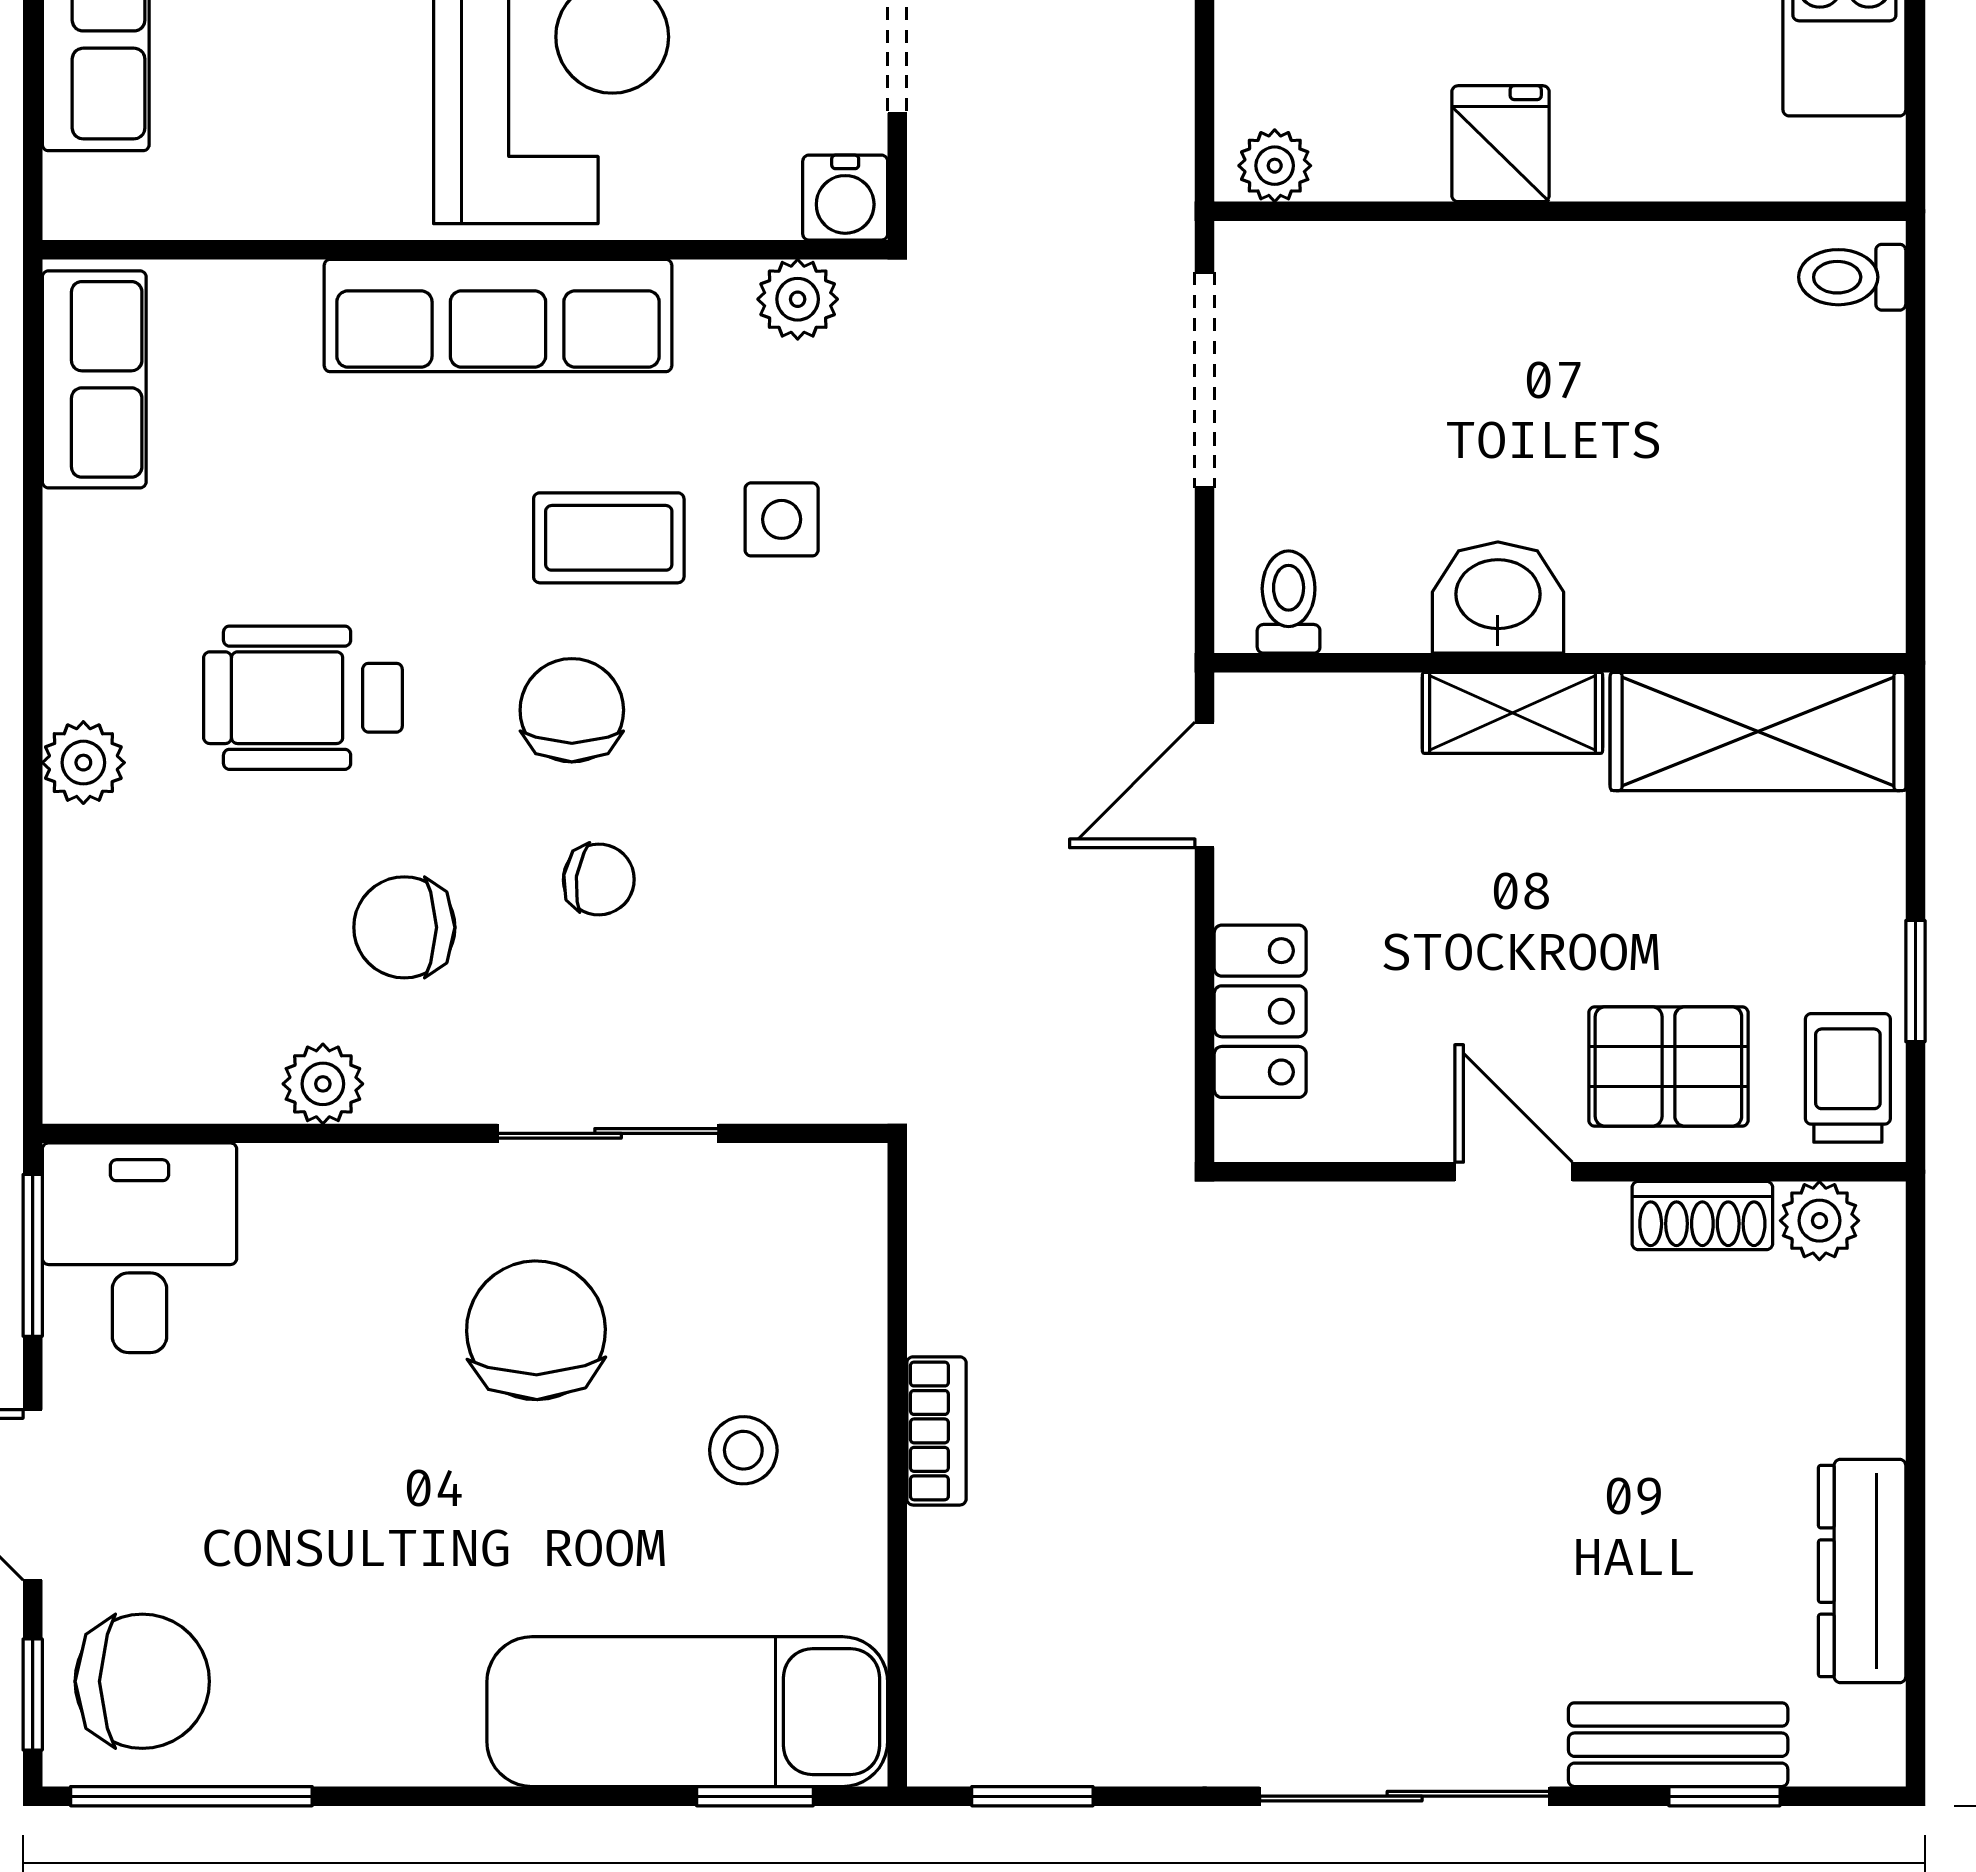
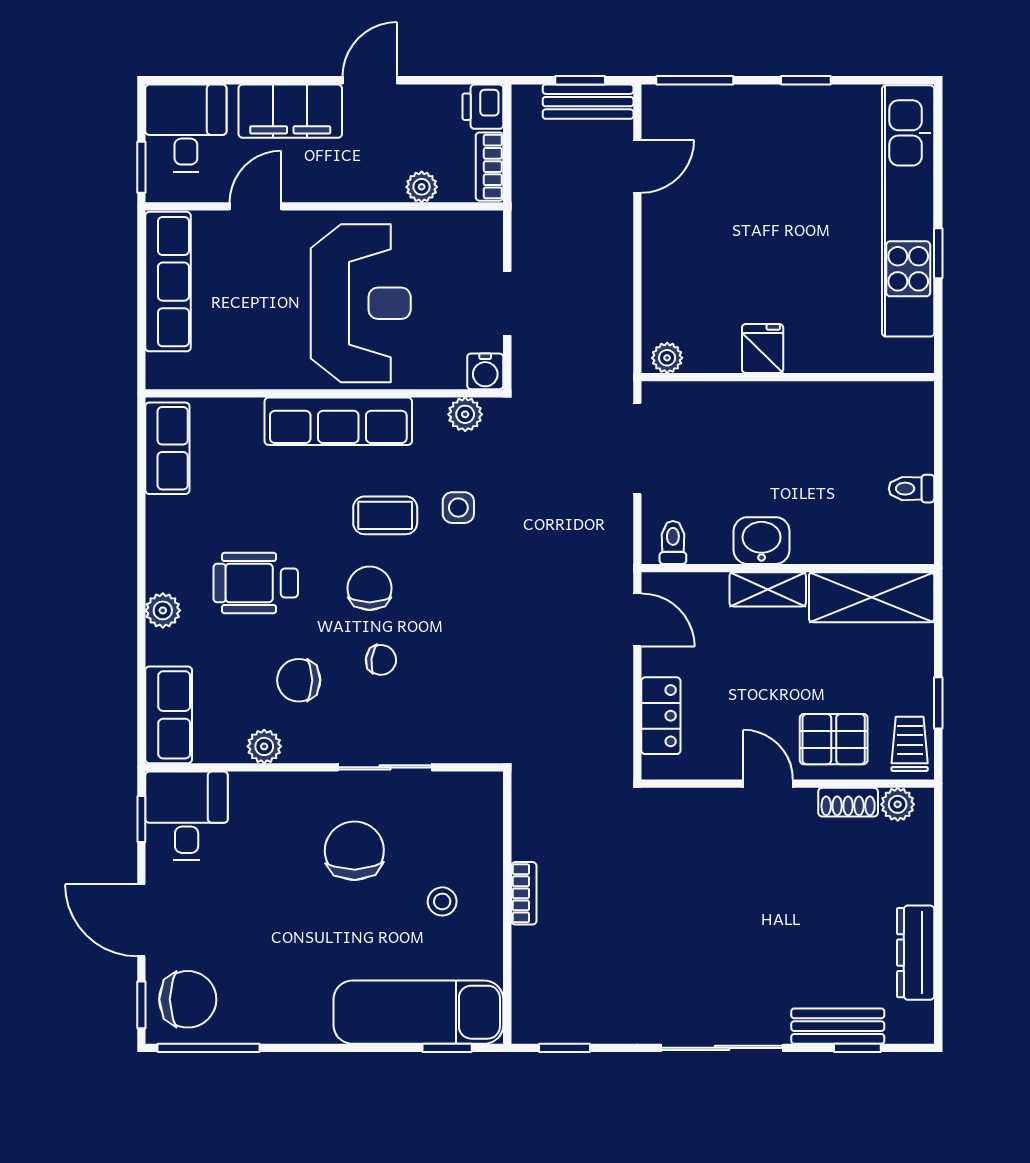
toilet: (1852, 277) -> (911, 489), moved
door: (1205, 785) -> (637, 620), swing flipped
row of seats: (97, 1009) -> (169, 715), added
window: (33, 1255) -> (141, 819), width x0.67

